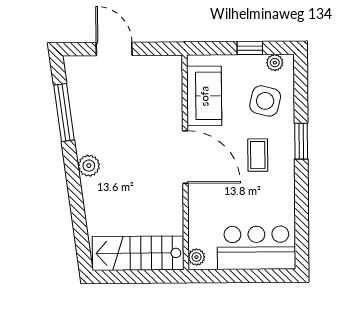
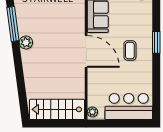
side table: (265, 101) -> (135, 18), removed
plant: (89, 166) -> (26, 42), moved

